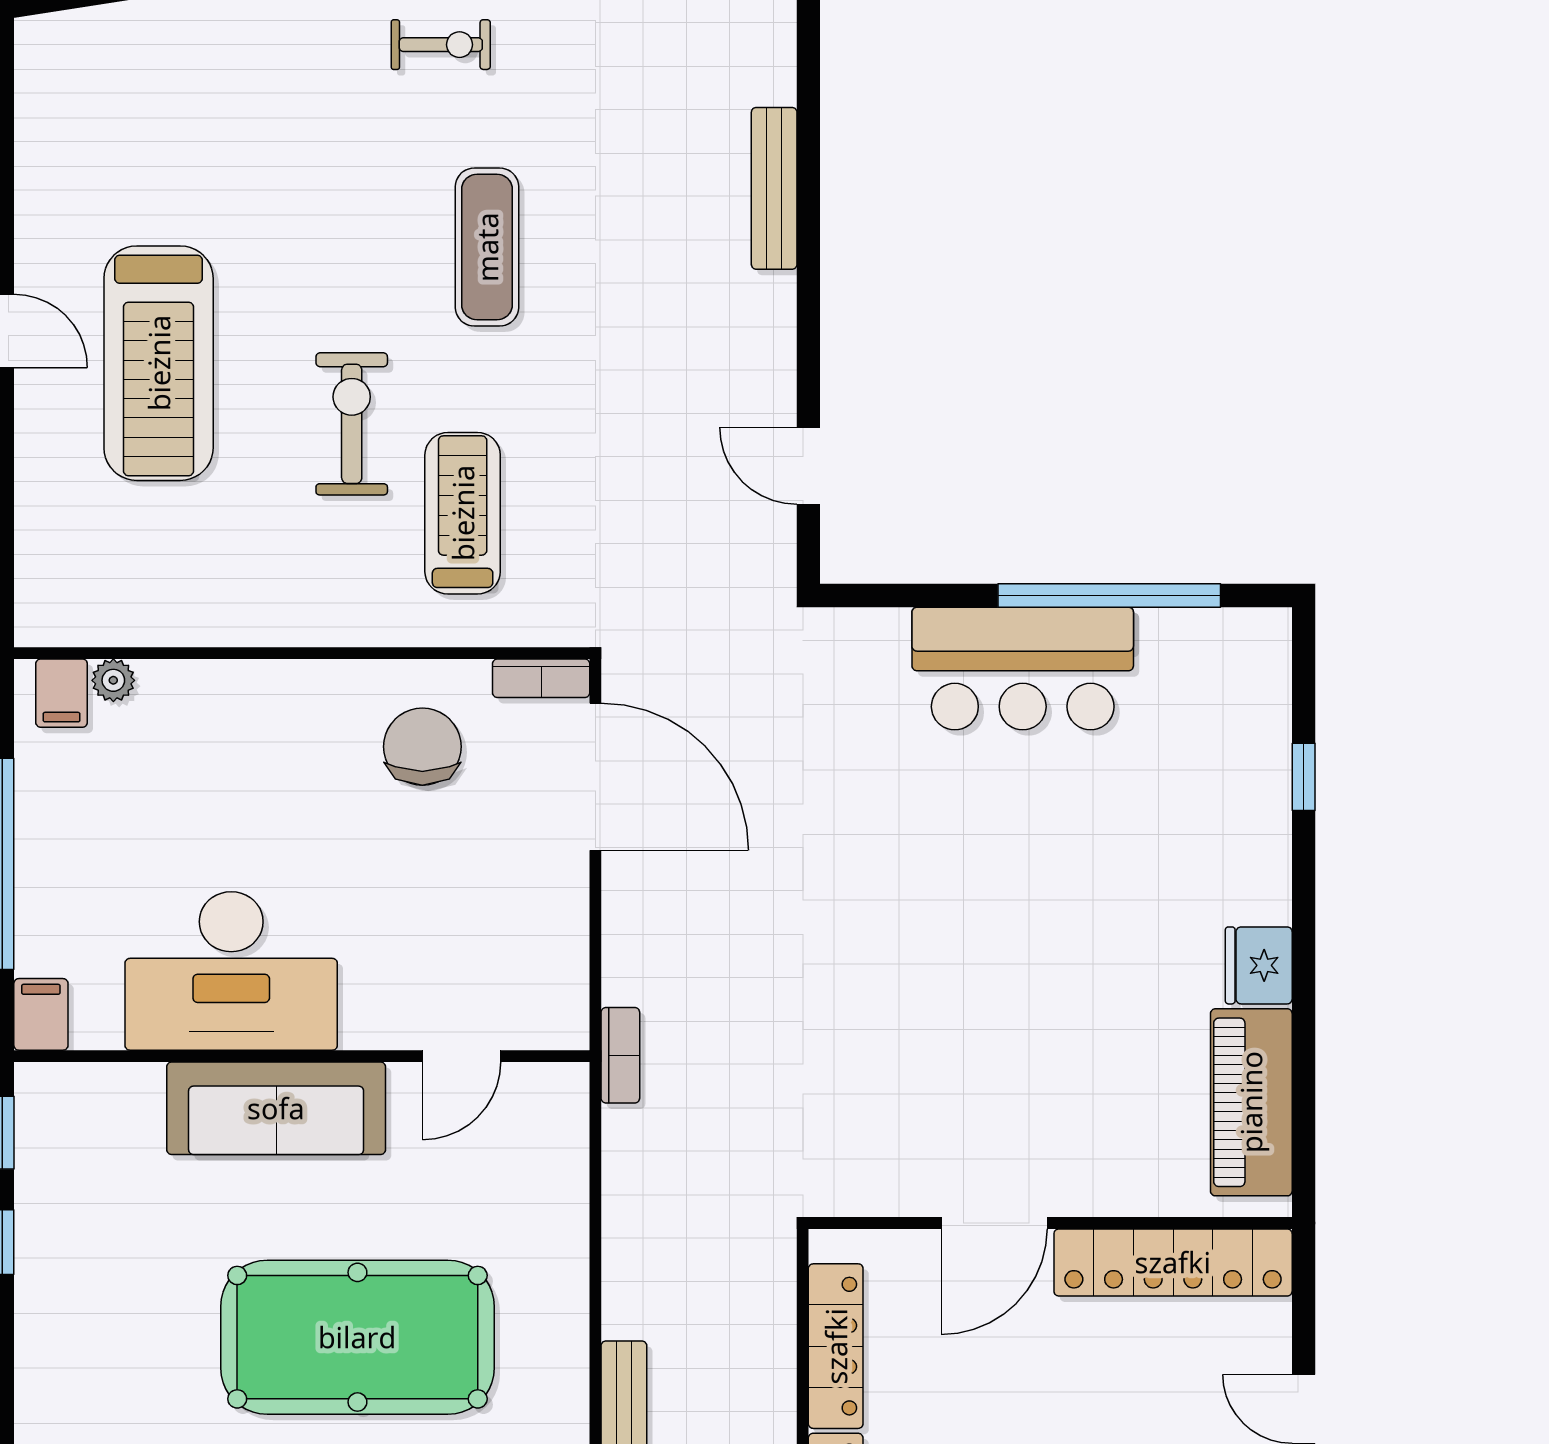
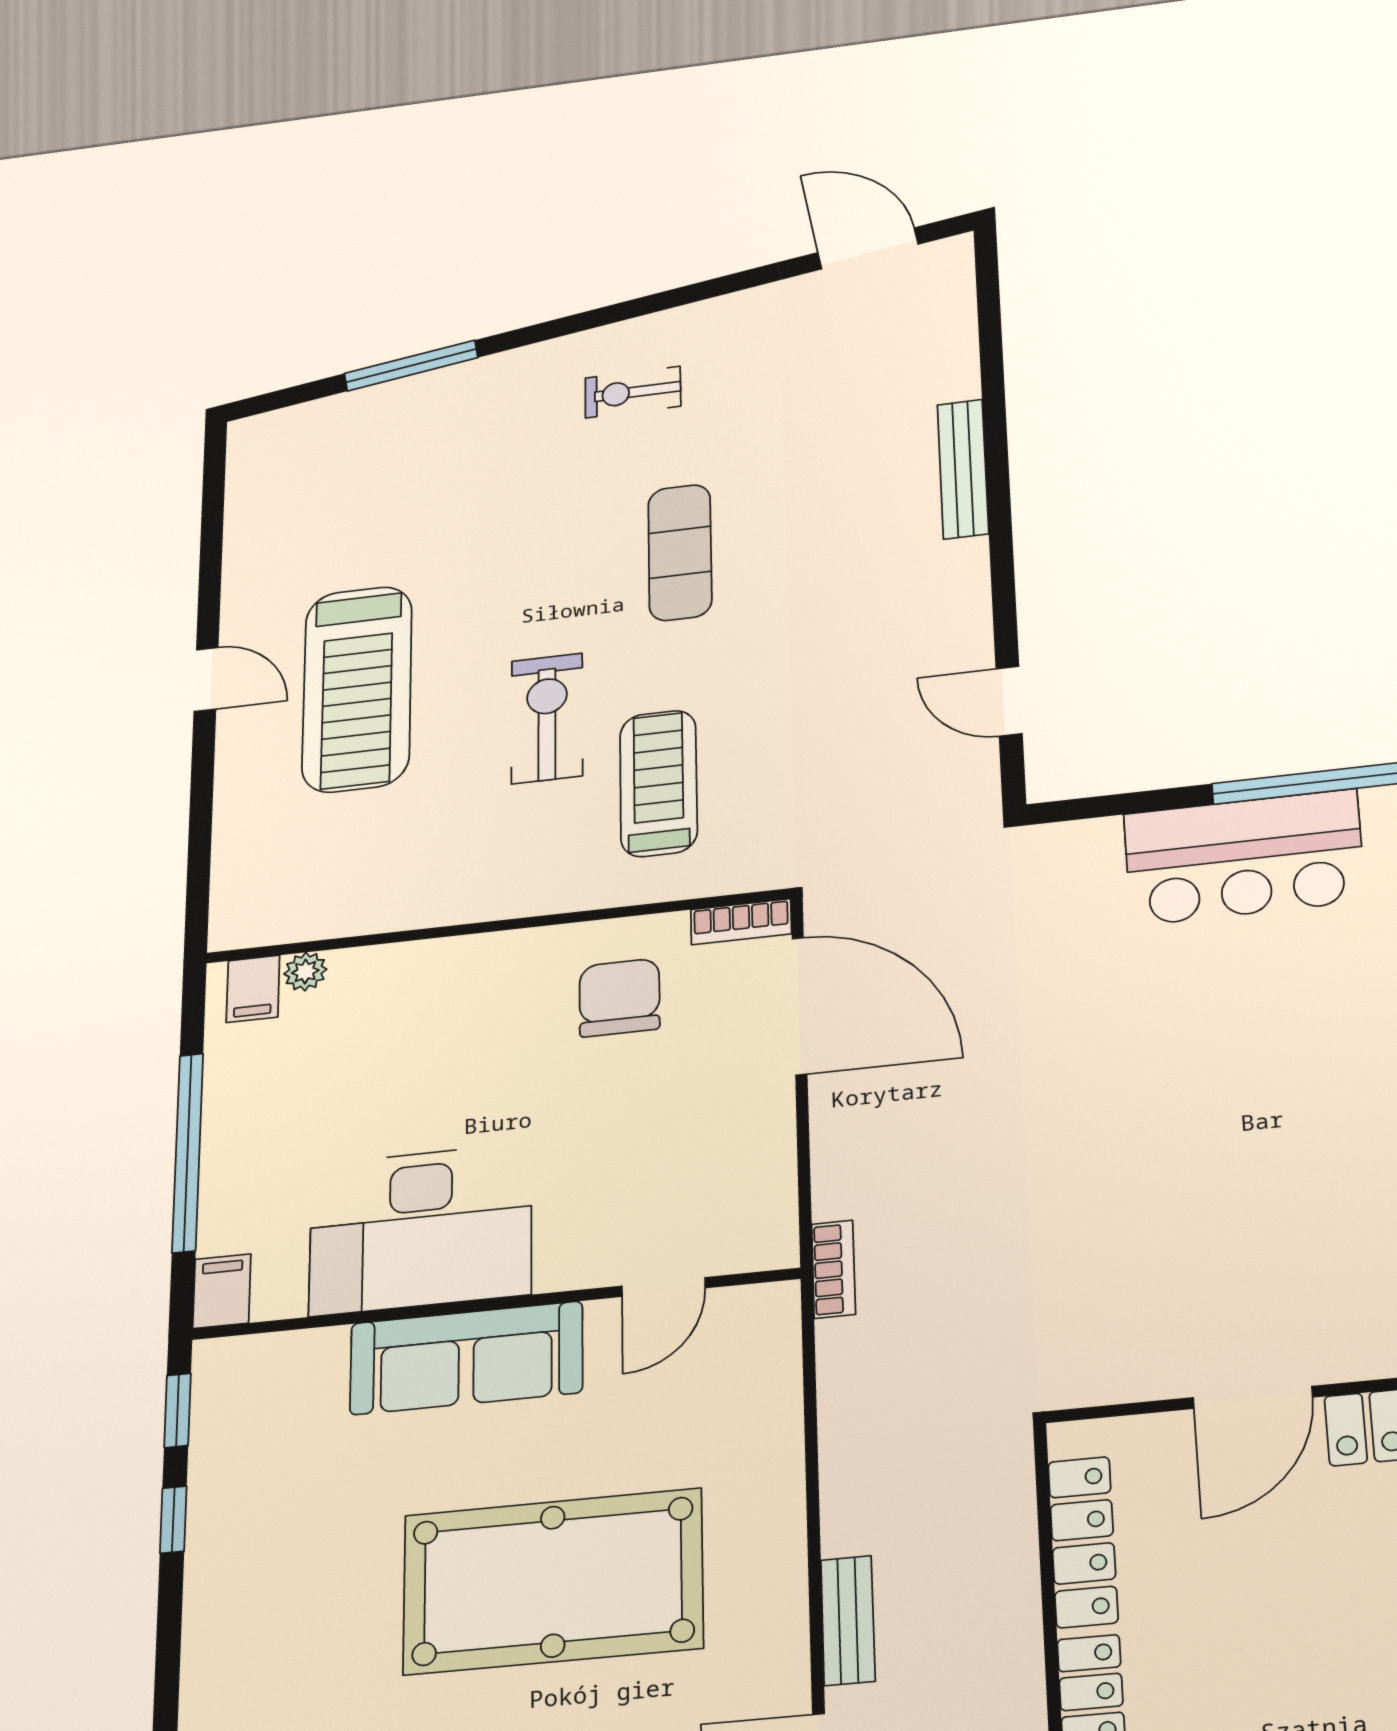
exercise bike: (441, 45) -> (633, 392), turned 180

